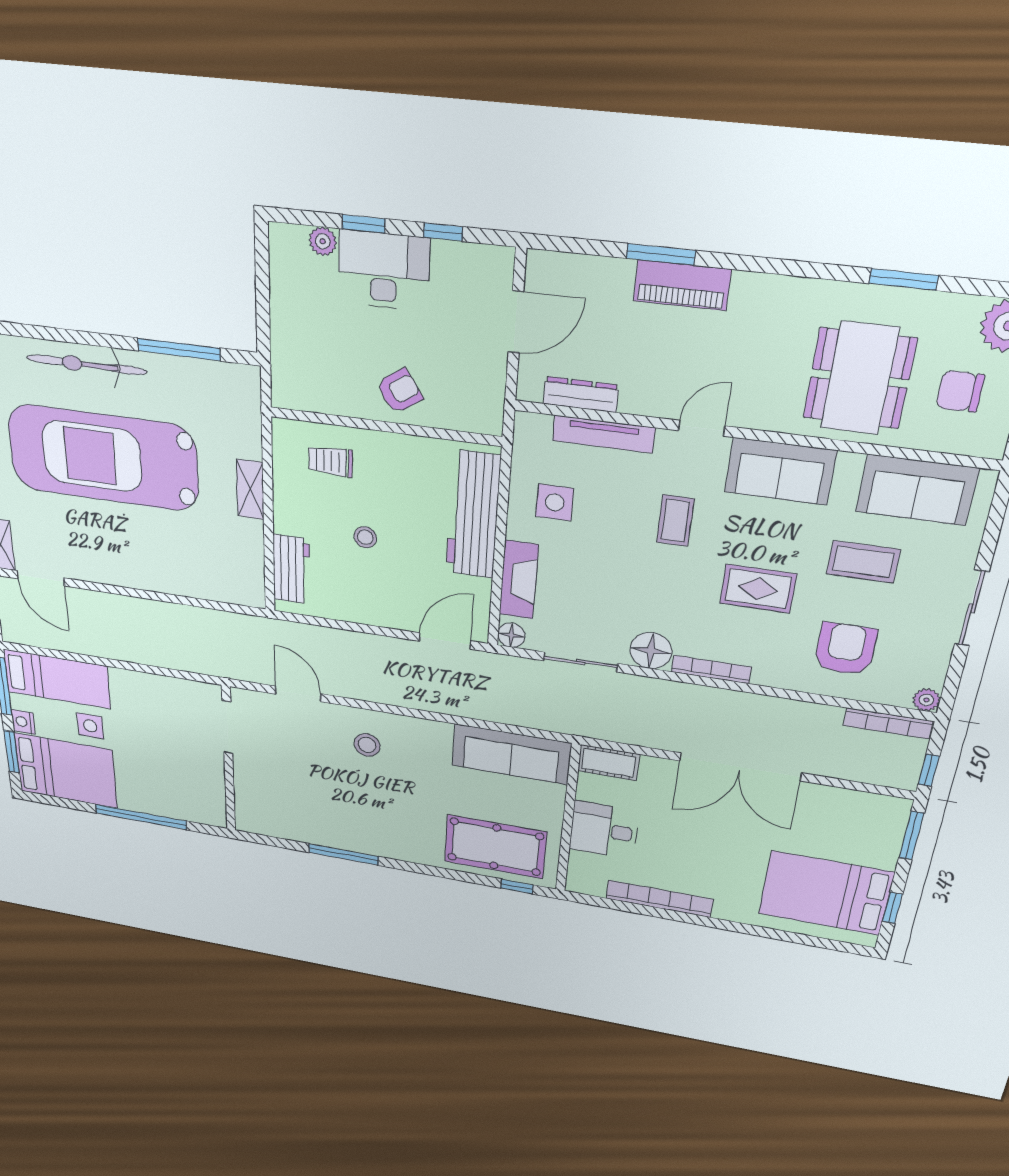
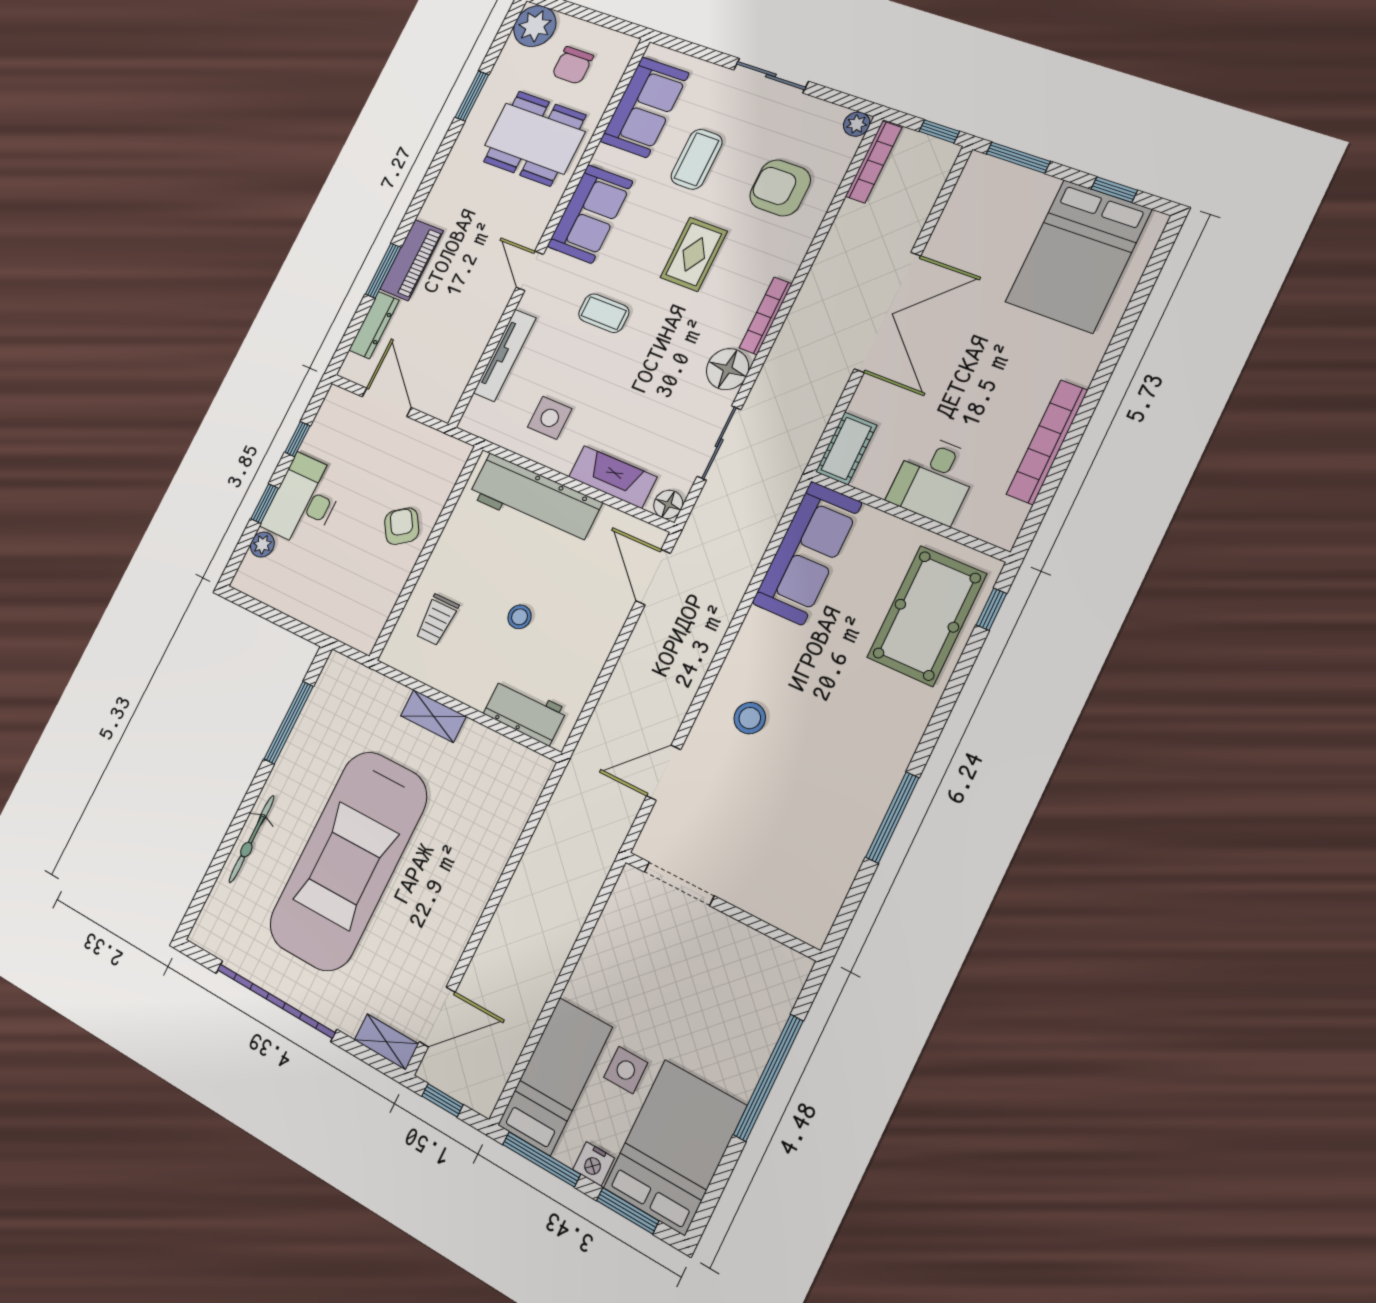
bicycle: (86, 365) -> (252, 839), width x0.73, depth x0.71
dresser: (581, 394) -> (374, 325), moved, turned 180

